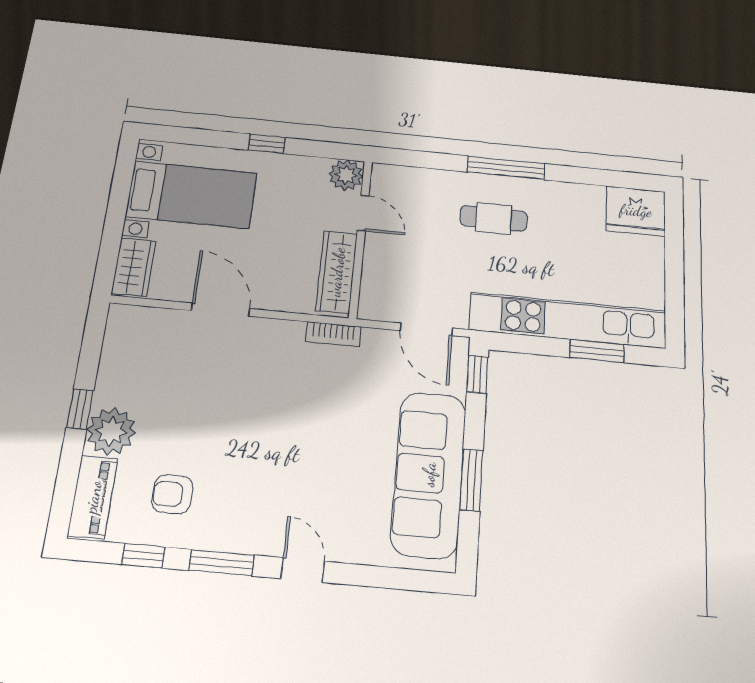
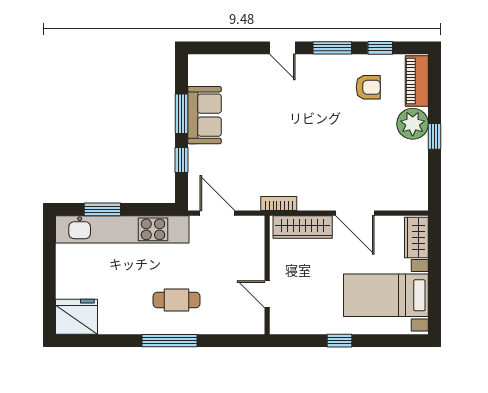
plant: (346, 175) -> (282, 322), removed
wardrobe: (337, 272) -> (303, 227), moved, turned 90
window: (477, 374) -> (182, 160), moved
sofa: (429, 474) -> (204, 115), width x0.54, depth x0.79

